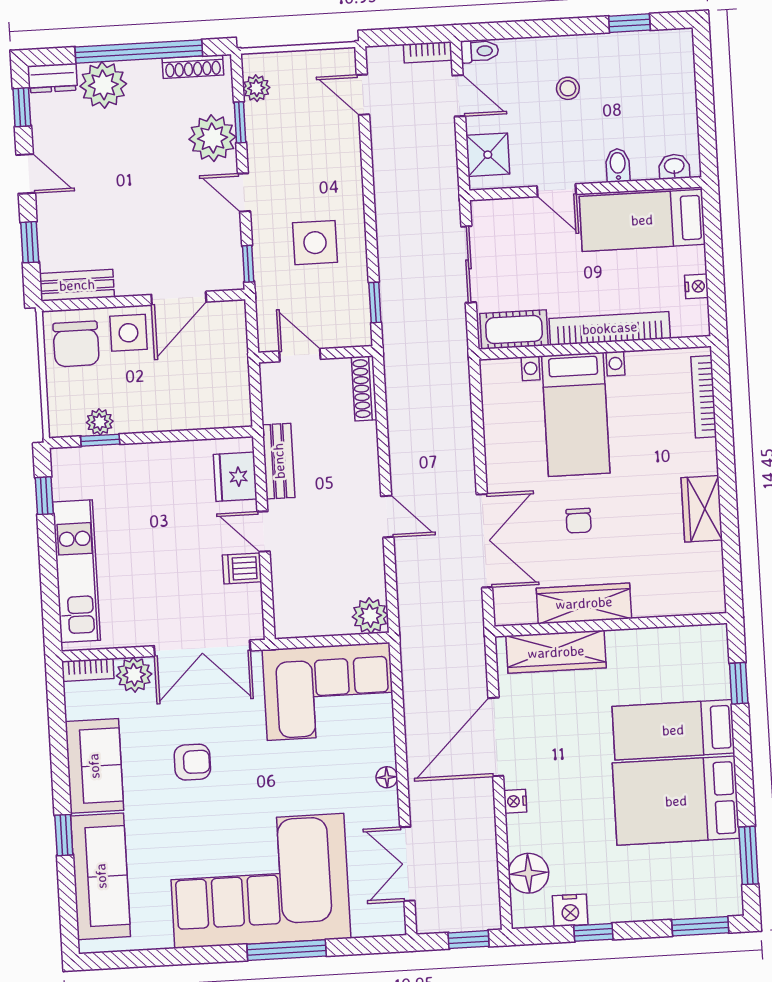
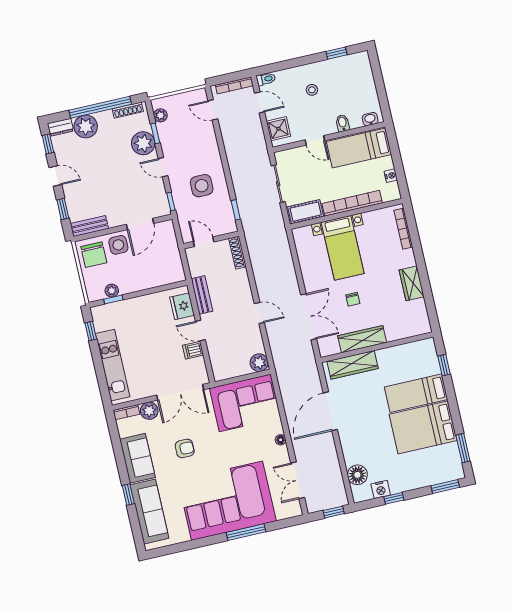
bookcase: (428, 52) -> (234, 85), width x1.56
nightstand: (515, 801) -> (345, 441), removed

